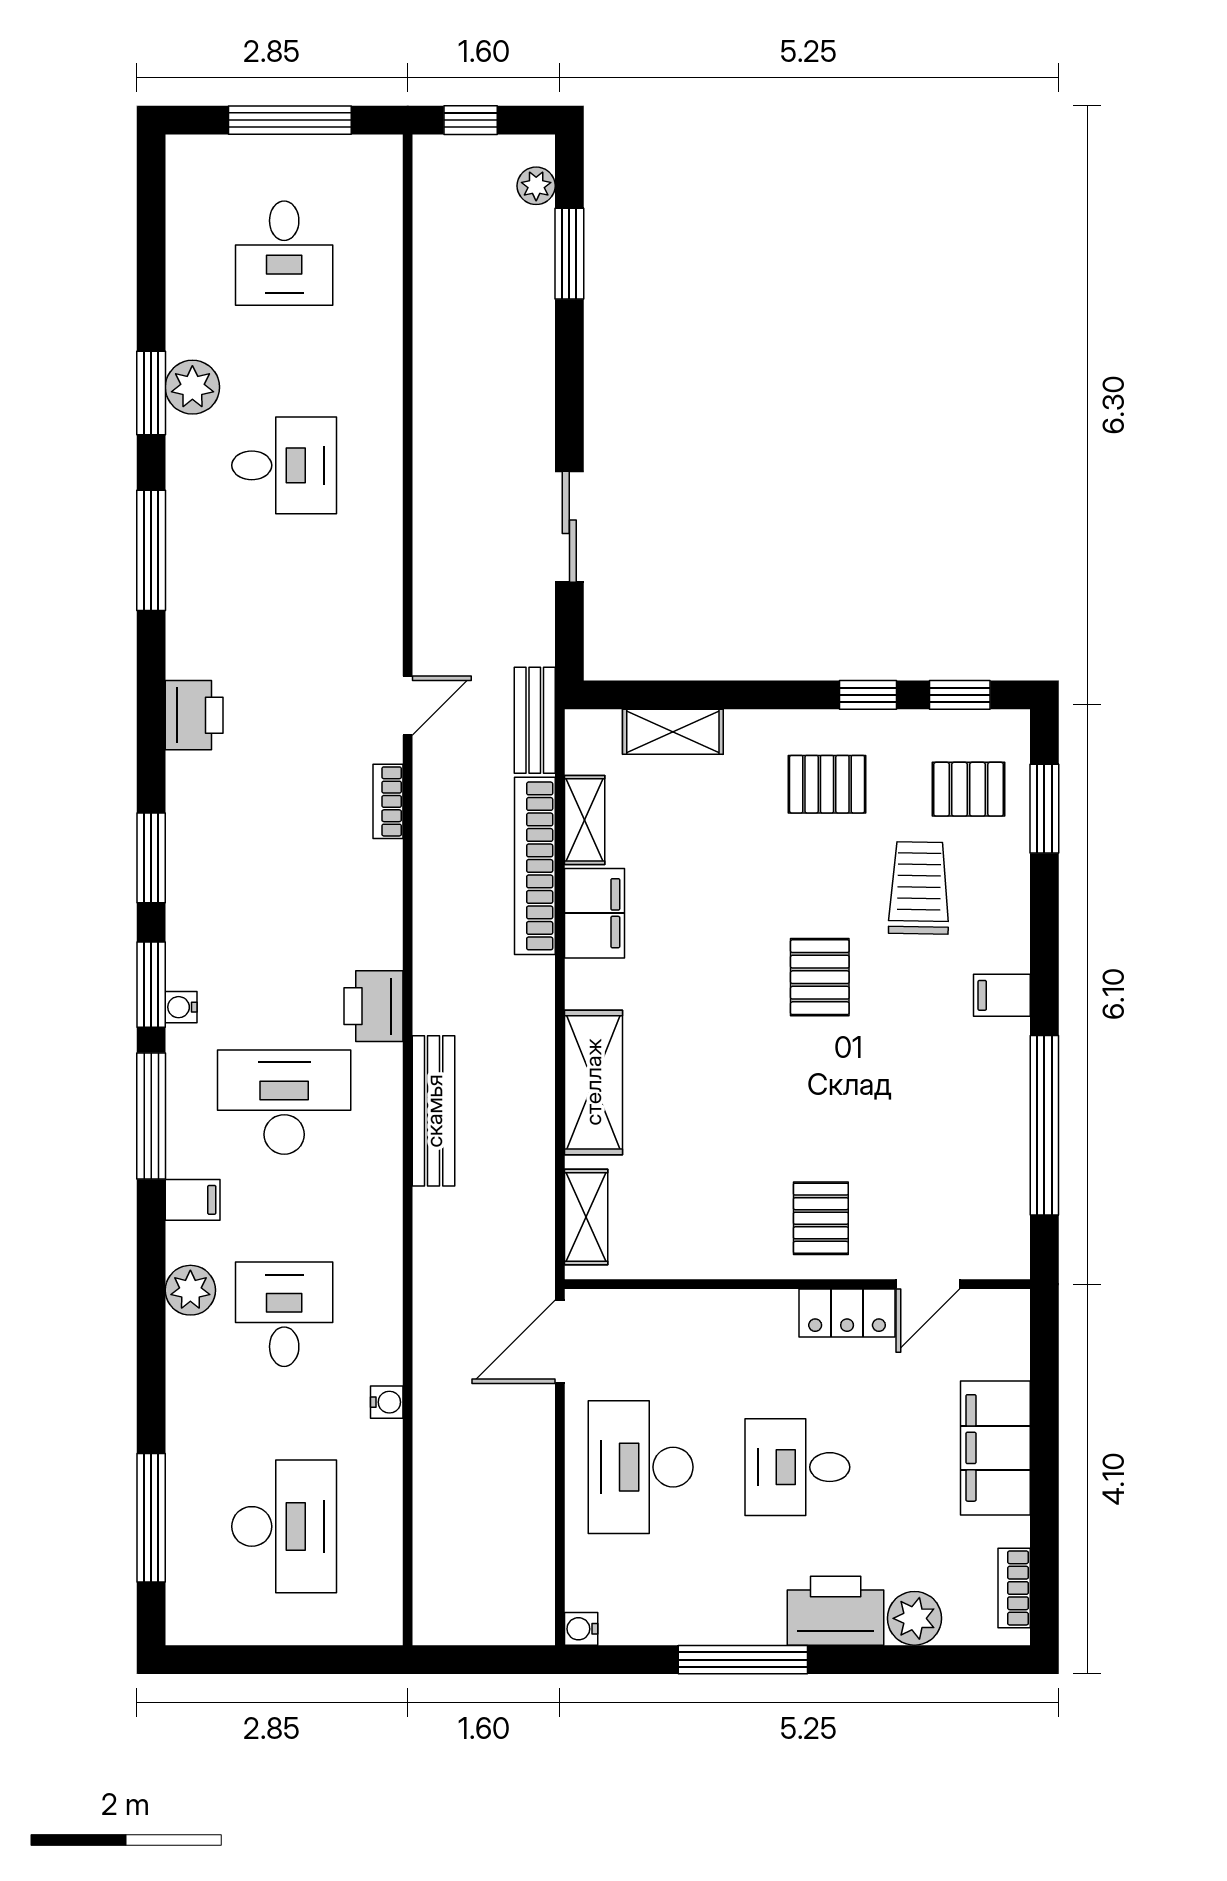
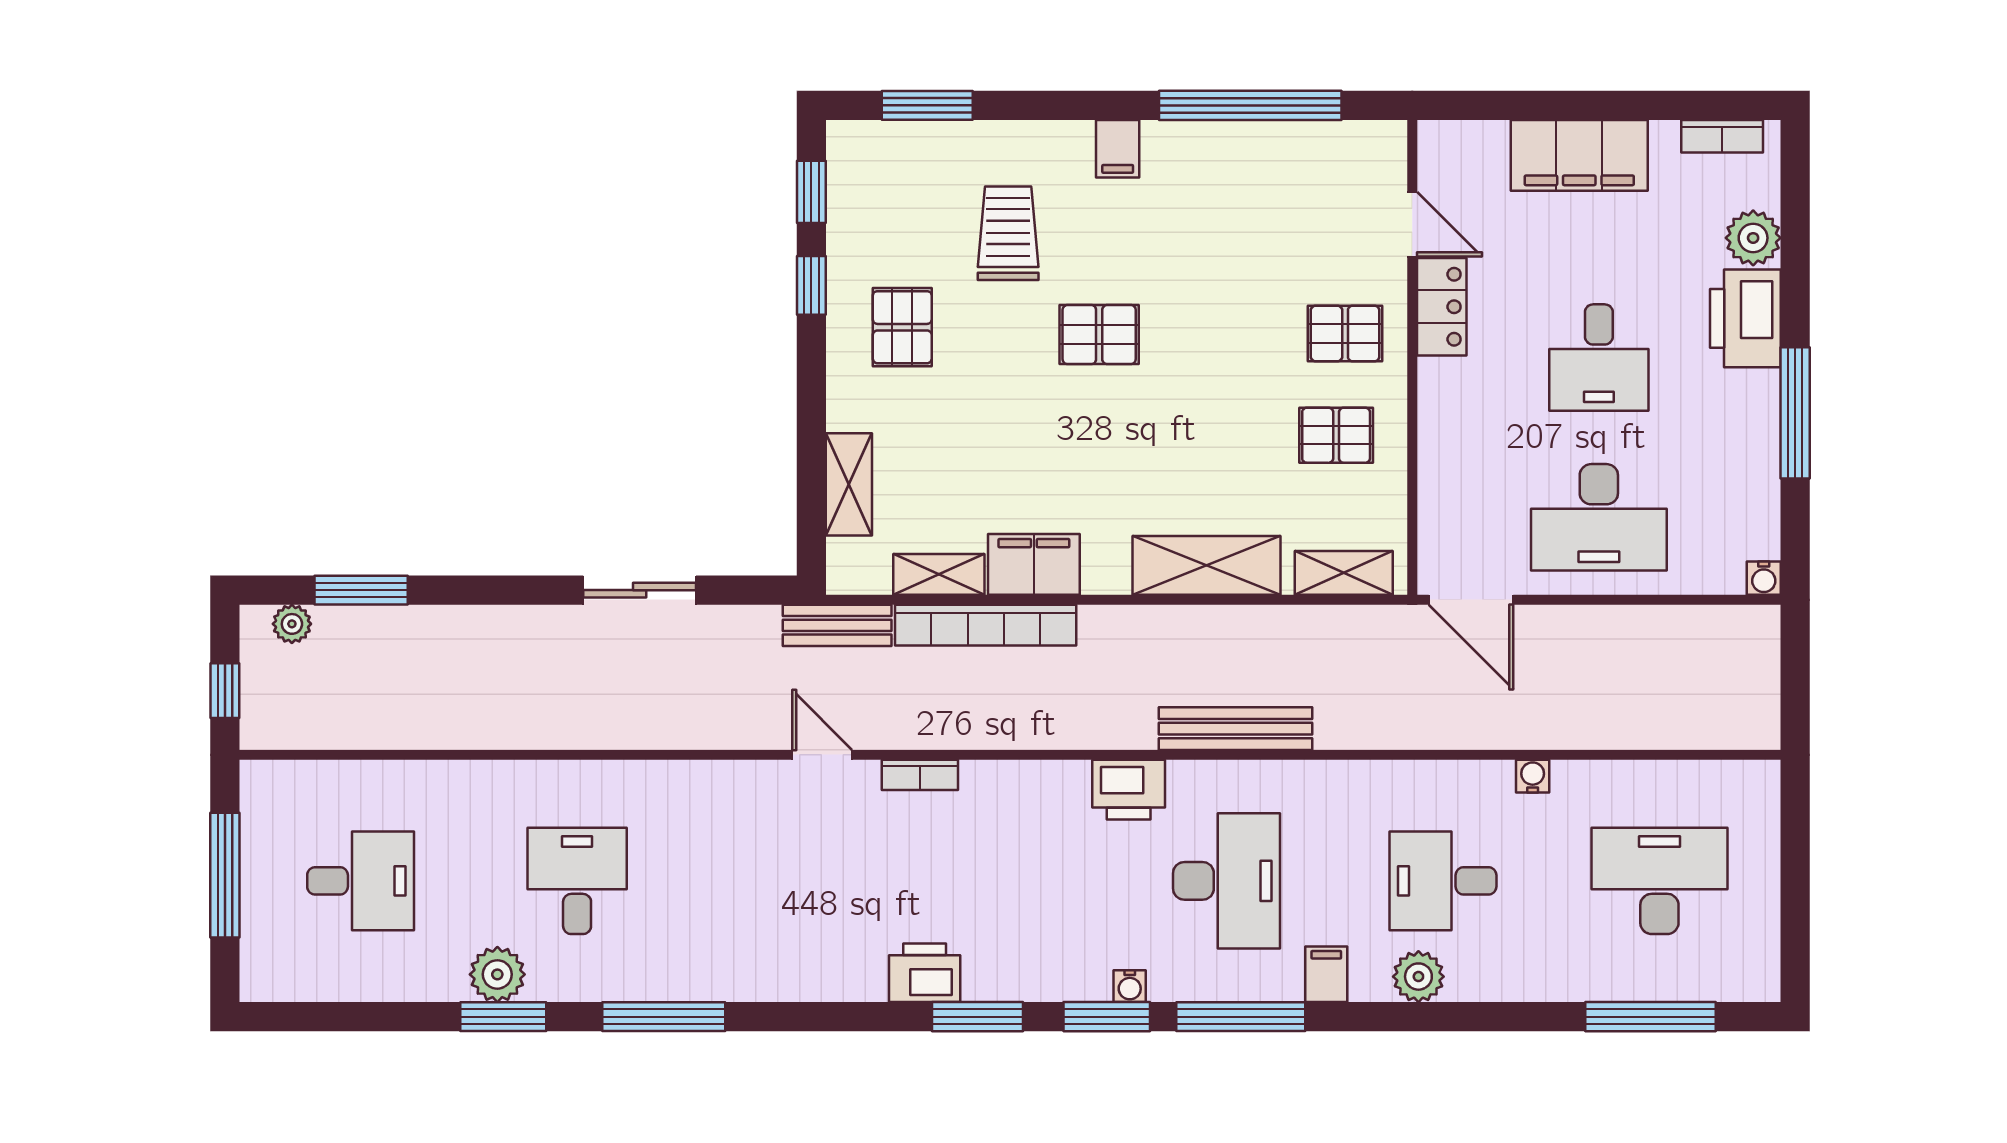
printer: (194, 715) -> (925, 973), moved
pallet: (969, 789) -> (1336, 435), moved, turned 90
trolley: (919, 888) -> (1008, 233), turned 89
desk: (284, 1102) -> (1226, 881), turned 180

